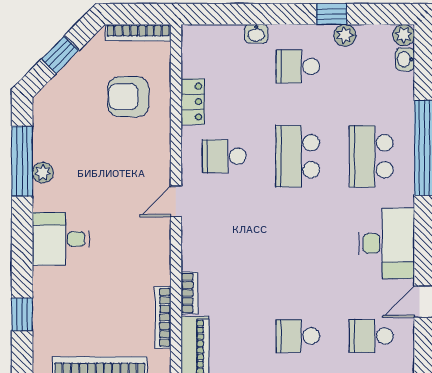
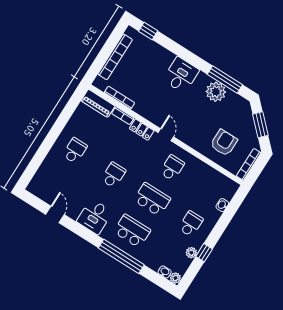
washbasin: (256, 34) -> (222, 205), moved
window: (60, 55) -> (260, 125), width x1.50
locker: (193, 102) -> (142, 130), moved
plant: (43, 173) -> (216, 92), width x1.88, depth x1.88
desk: (387, 243) -> (95, 217), width x0.73
window: (22, 314) -> (148, 31), moved
school desk: (371, 336) -> (113, 175), moved

